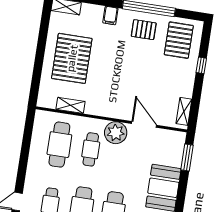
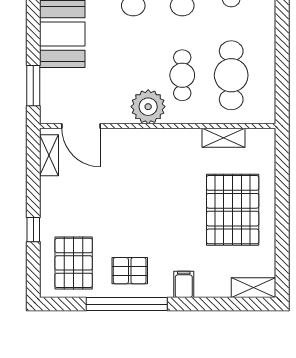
door: (144, 124) -> (81, 126), moved

